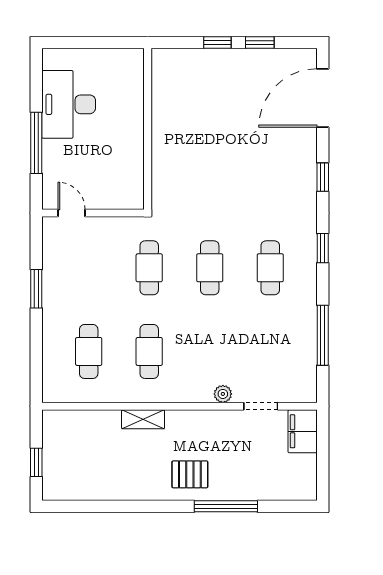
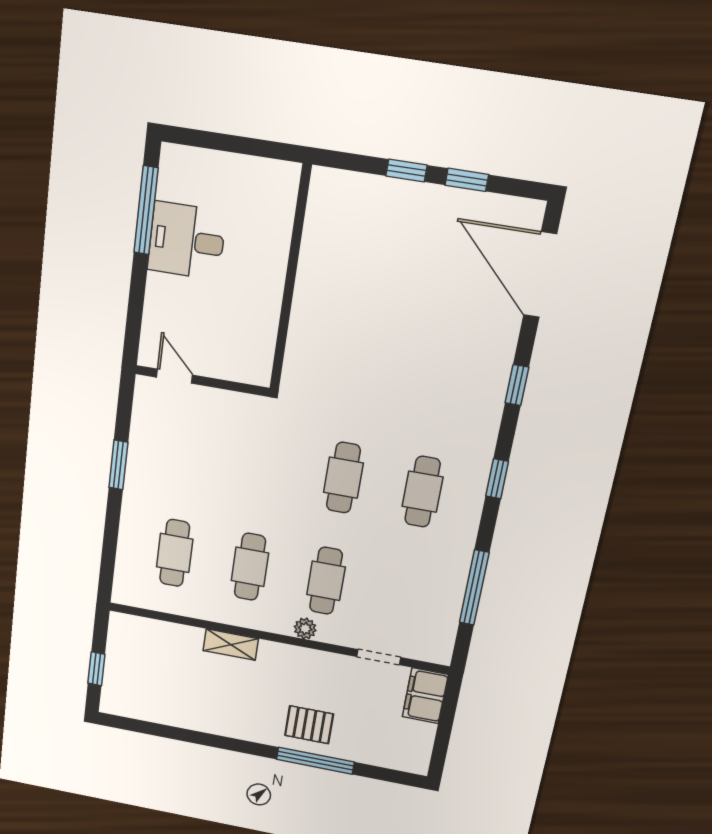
door: (323, 98) -> (540, 275), hinge flipped
desk: (69, 104) -> (187, 241), width x0.73
window: (36, 143) -> (146, 210), moved
cafe table: (149, 268) -> (326, 581), moved
plant: (223, 394) -> (305, 629), moved
pallet: (190, 474) -> (309, 725), moved

